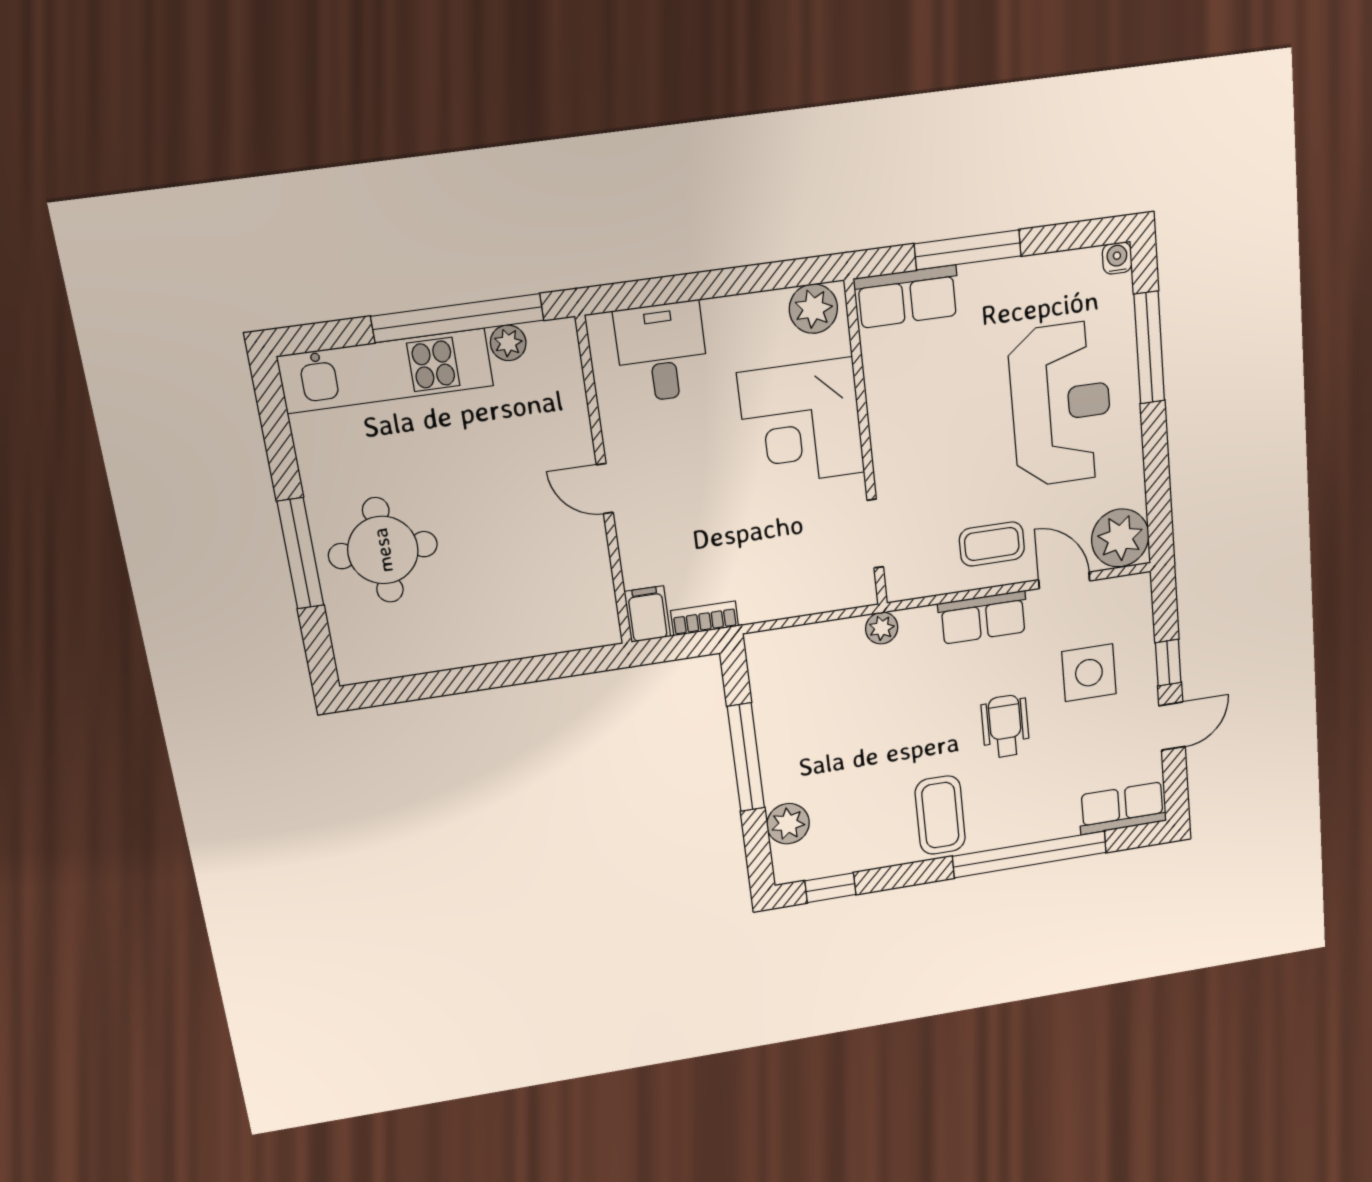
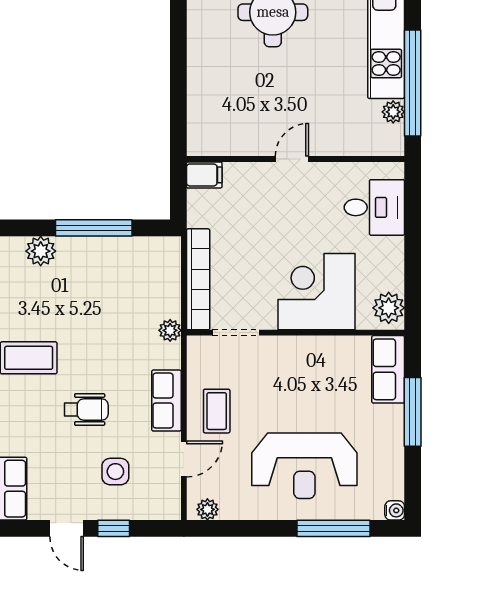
plant: (1120, 538) -> (207, 509), width x0.53, depth x0.53
bookcase: (705, 618) -> (198, 279), moved, width x2.31, depth x1.31
side table: (1089, 673) -> (115, 472), width x0.73, depth x0.73

